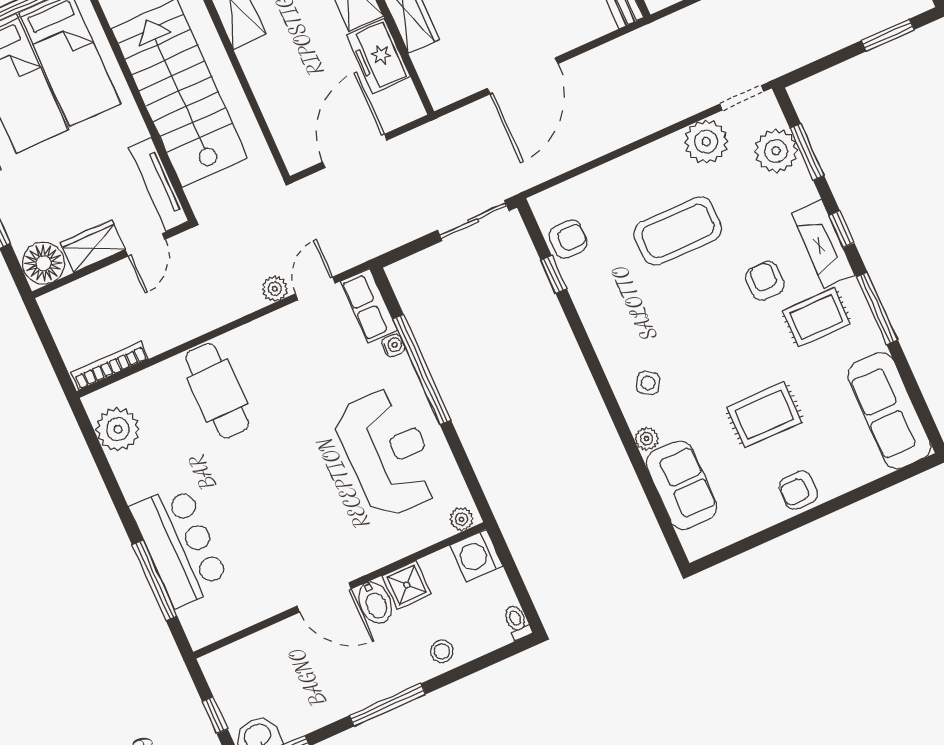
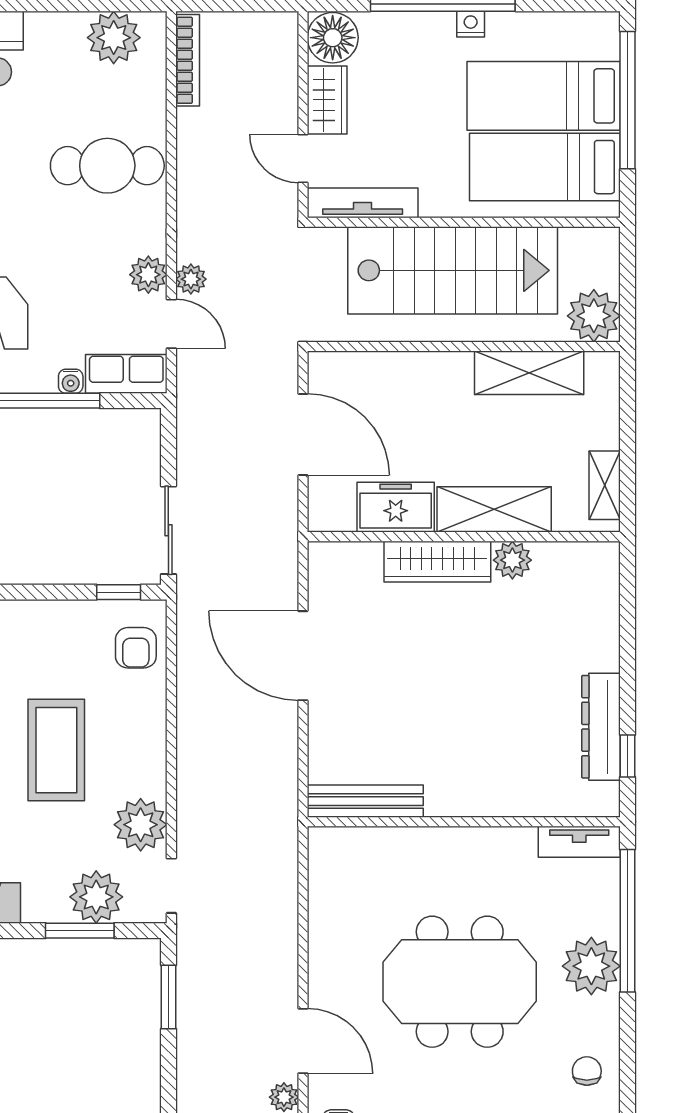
window: (888, 35) -> (168, 997), moved
armchair: (568, 239) -> (136, 648), moved
window: (554, 274) -> (119, 592), moved
plant: (286, 323) -> (148, 275), added

